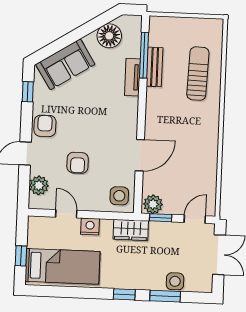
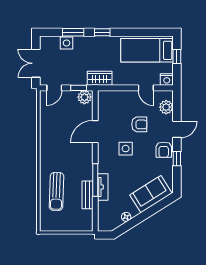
floor lamp: (109, 36) -> (126, 217), width x0.53, depth x0.53
window: (144, 55) -> (95, 180), moved
window: (28, 92) -> (177, 159), moved
armchair: (78, 163) -> (139, 124), turned 90
side table: (119, 196) -> (126, 149), moved
nightstand: (90, 227) -> (167, 79), moved

